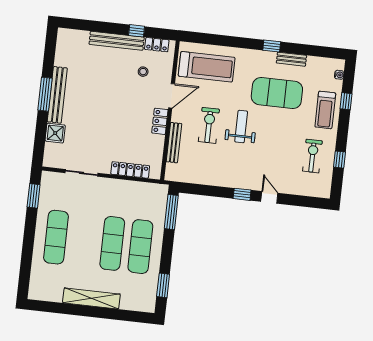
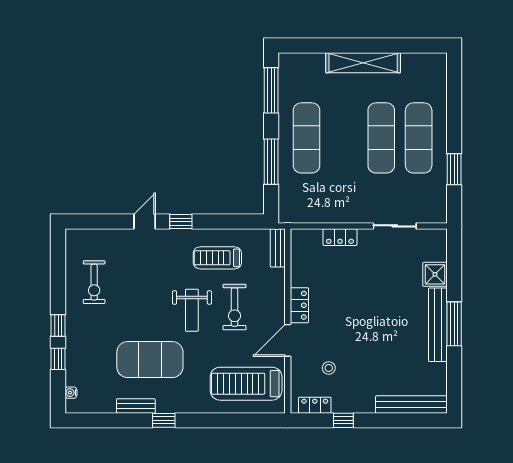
bench: (117, 41) -> (411, 405), moved
treadmill: (325, 110) -> (217, 258), moved, turned -90
bench: (174, 143) -> (278, 248), moved, width x0.73
window: (340, 160) -> (58, 326), moved
locker: (130, 170) -> (340, 237), width x0.66
window: (34, 196) -> (454, 169), moved
door: (269, 197) -> (145, 222), swing flipped
window: (171, 212) -> (271, 162), moved
exercise mat: (112, 243) -> (381, 138), moved
window: (163, 285) -> (271, 90), width x1.44

